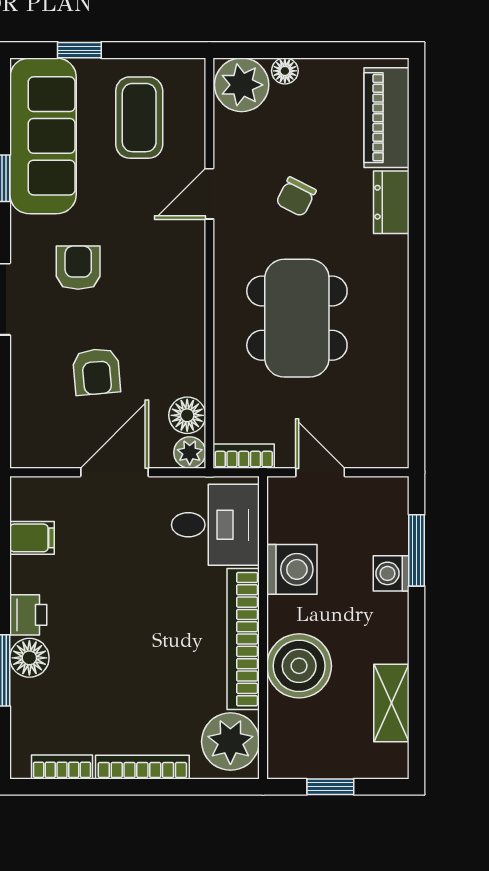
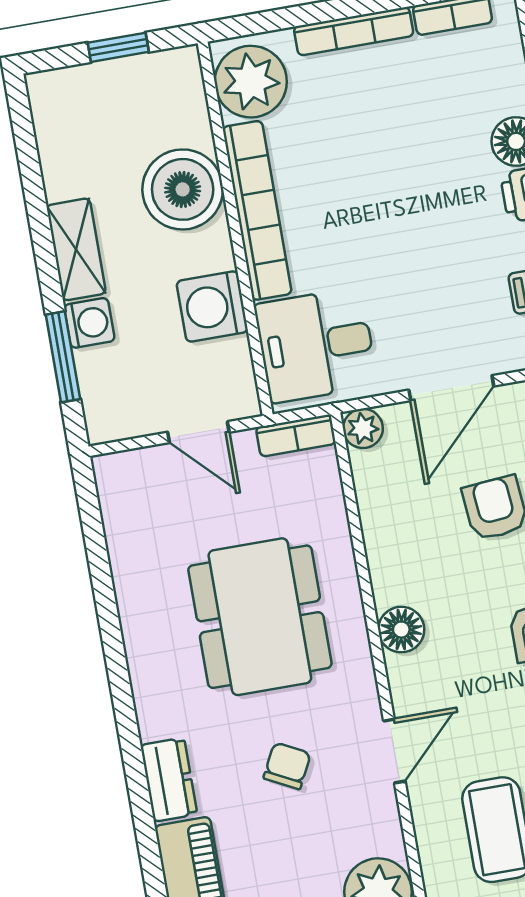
floor lamp: (187, 415) -> (401, 630), moved
shelving: (391, 703) -> (76, 249), moved

